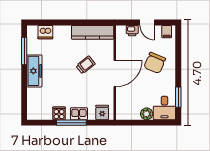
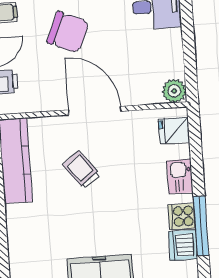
dishwasher: (45, 32) -> (183, 245), moved, turned 180
plant: (147, 114) -> (174, 91), moved
window: (71, 123) -> (201, 226), moved

